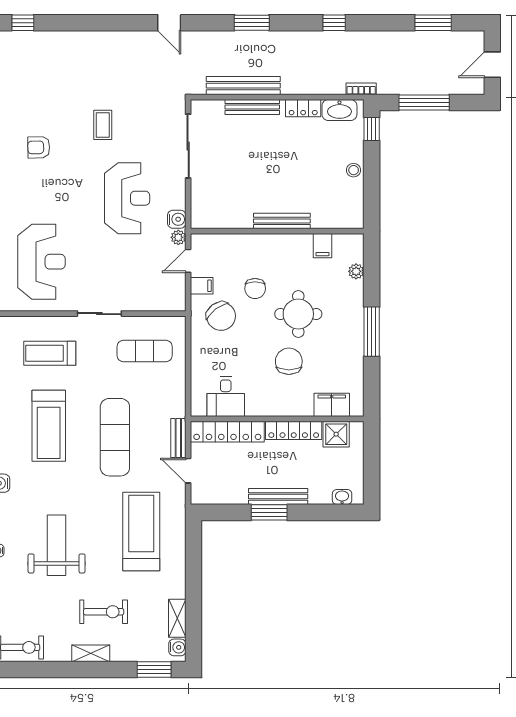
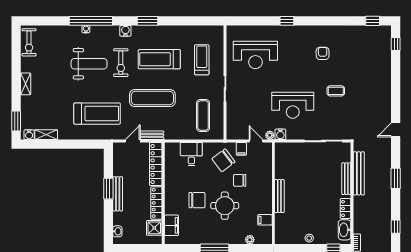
desk: (226, 397) -> (191, 154), moved, turned 90
exercise bike: (104, 612) -> (121, 63), moved

